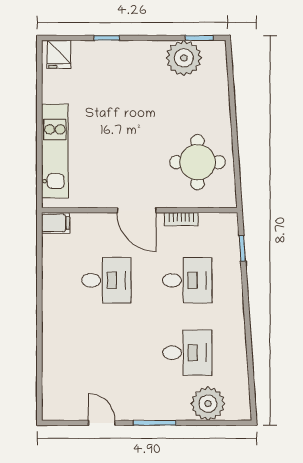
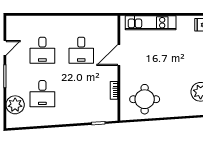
door: (137, 210) -> (119, 55), moved
filing cabinet: (56, 223) -> (112, 23), removed
desk: (187, 280) -> (42, 50), moved

